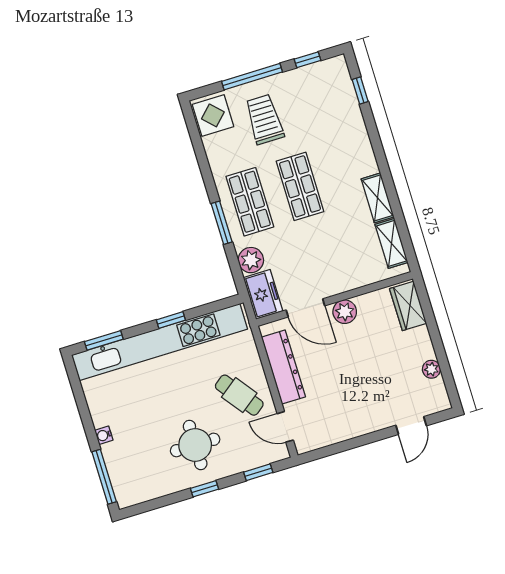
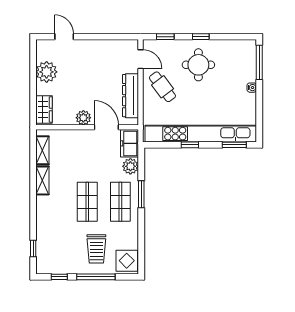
plant: (431, 369) -> (47, 72), width x1.87, depth x1.87
door: (411, 425) -> (64, 37), hinge flipped

